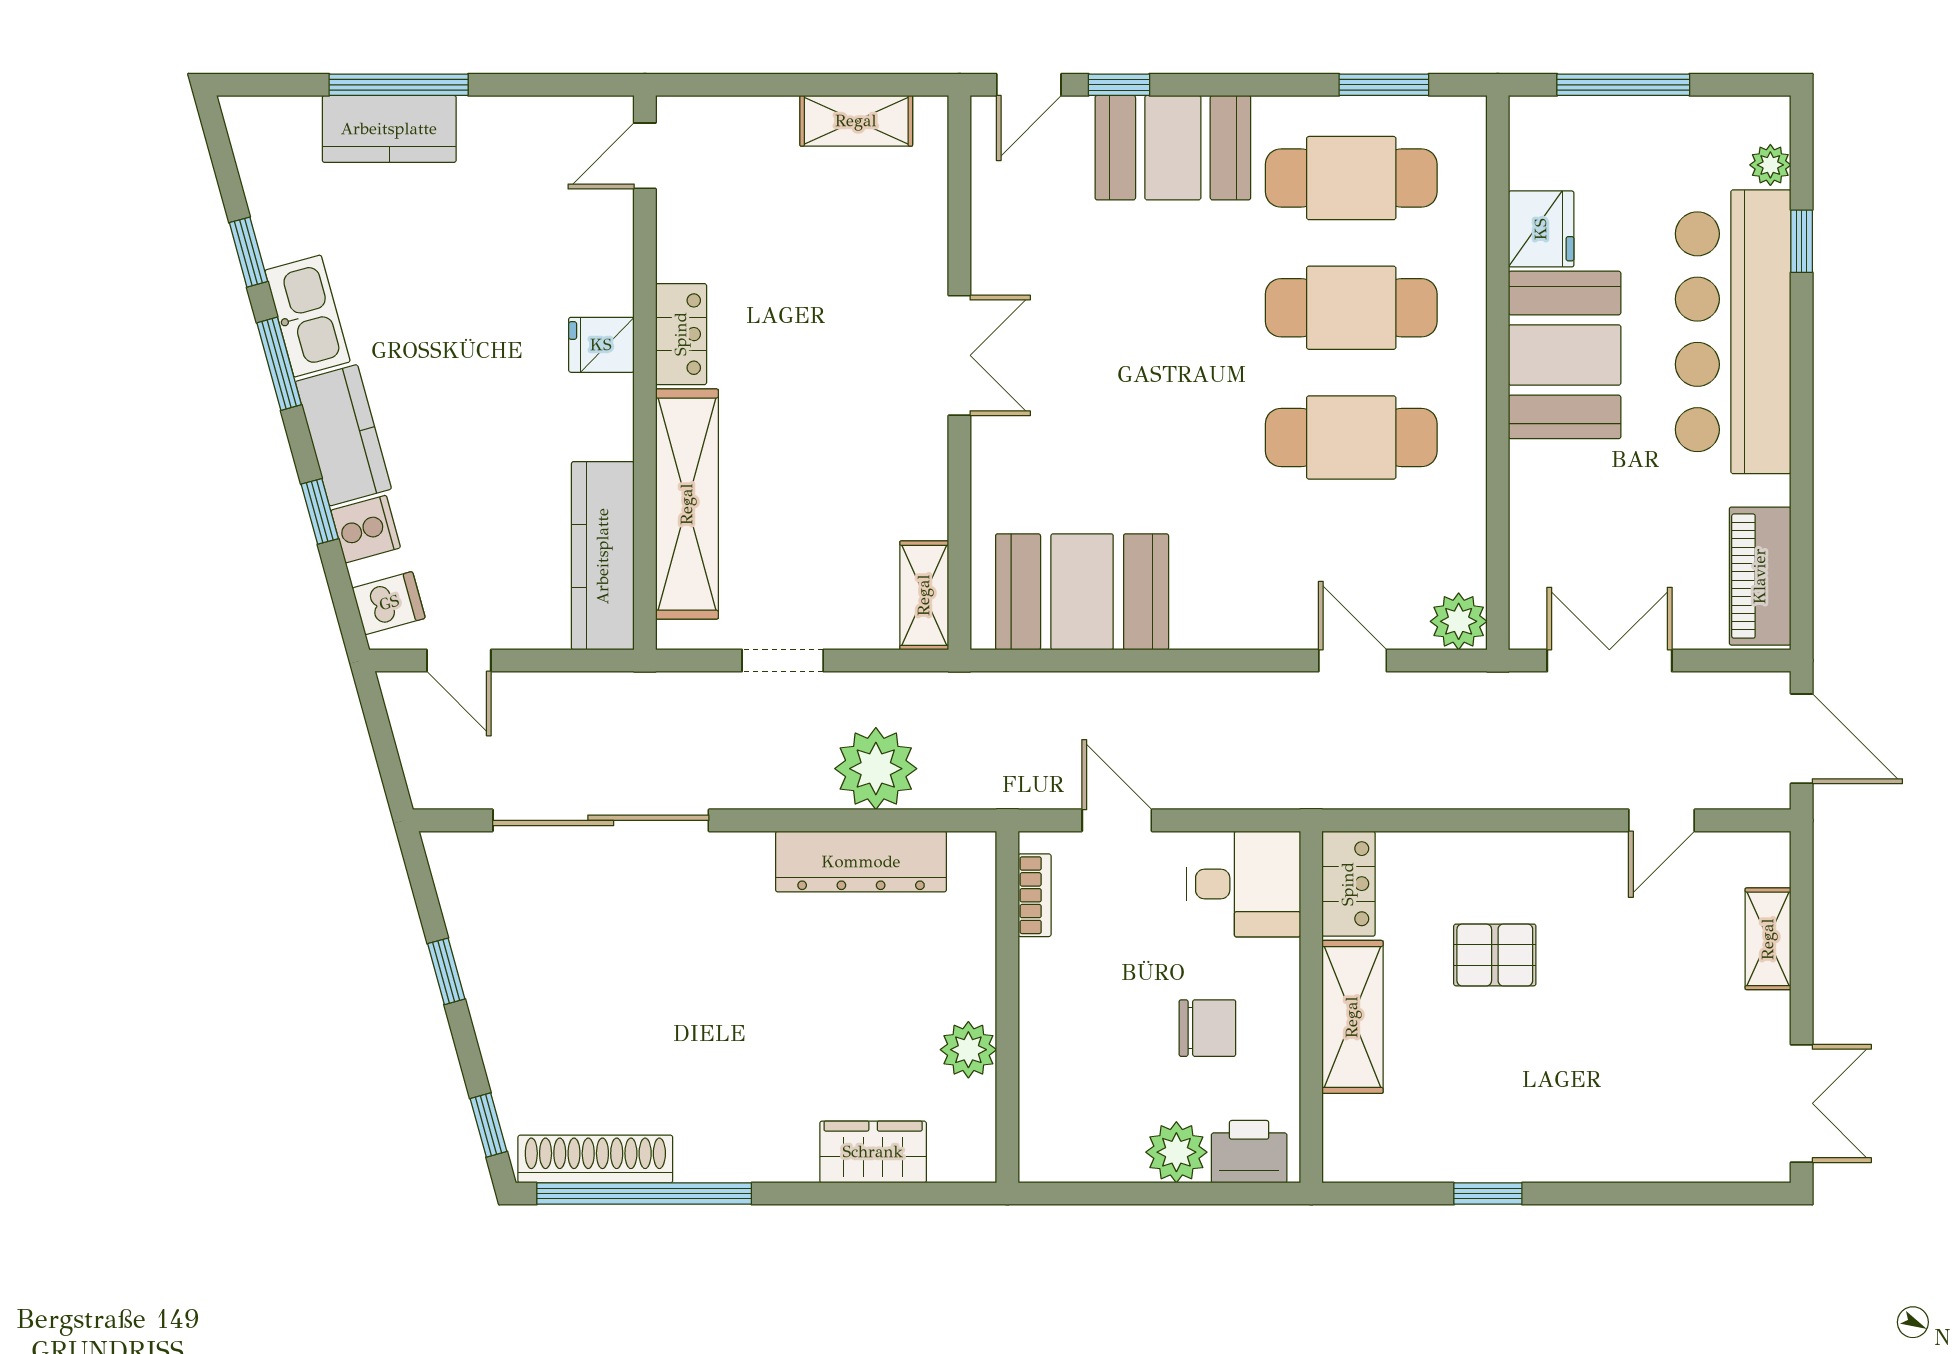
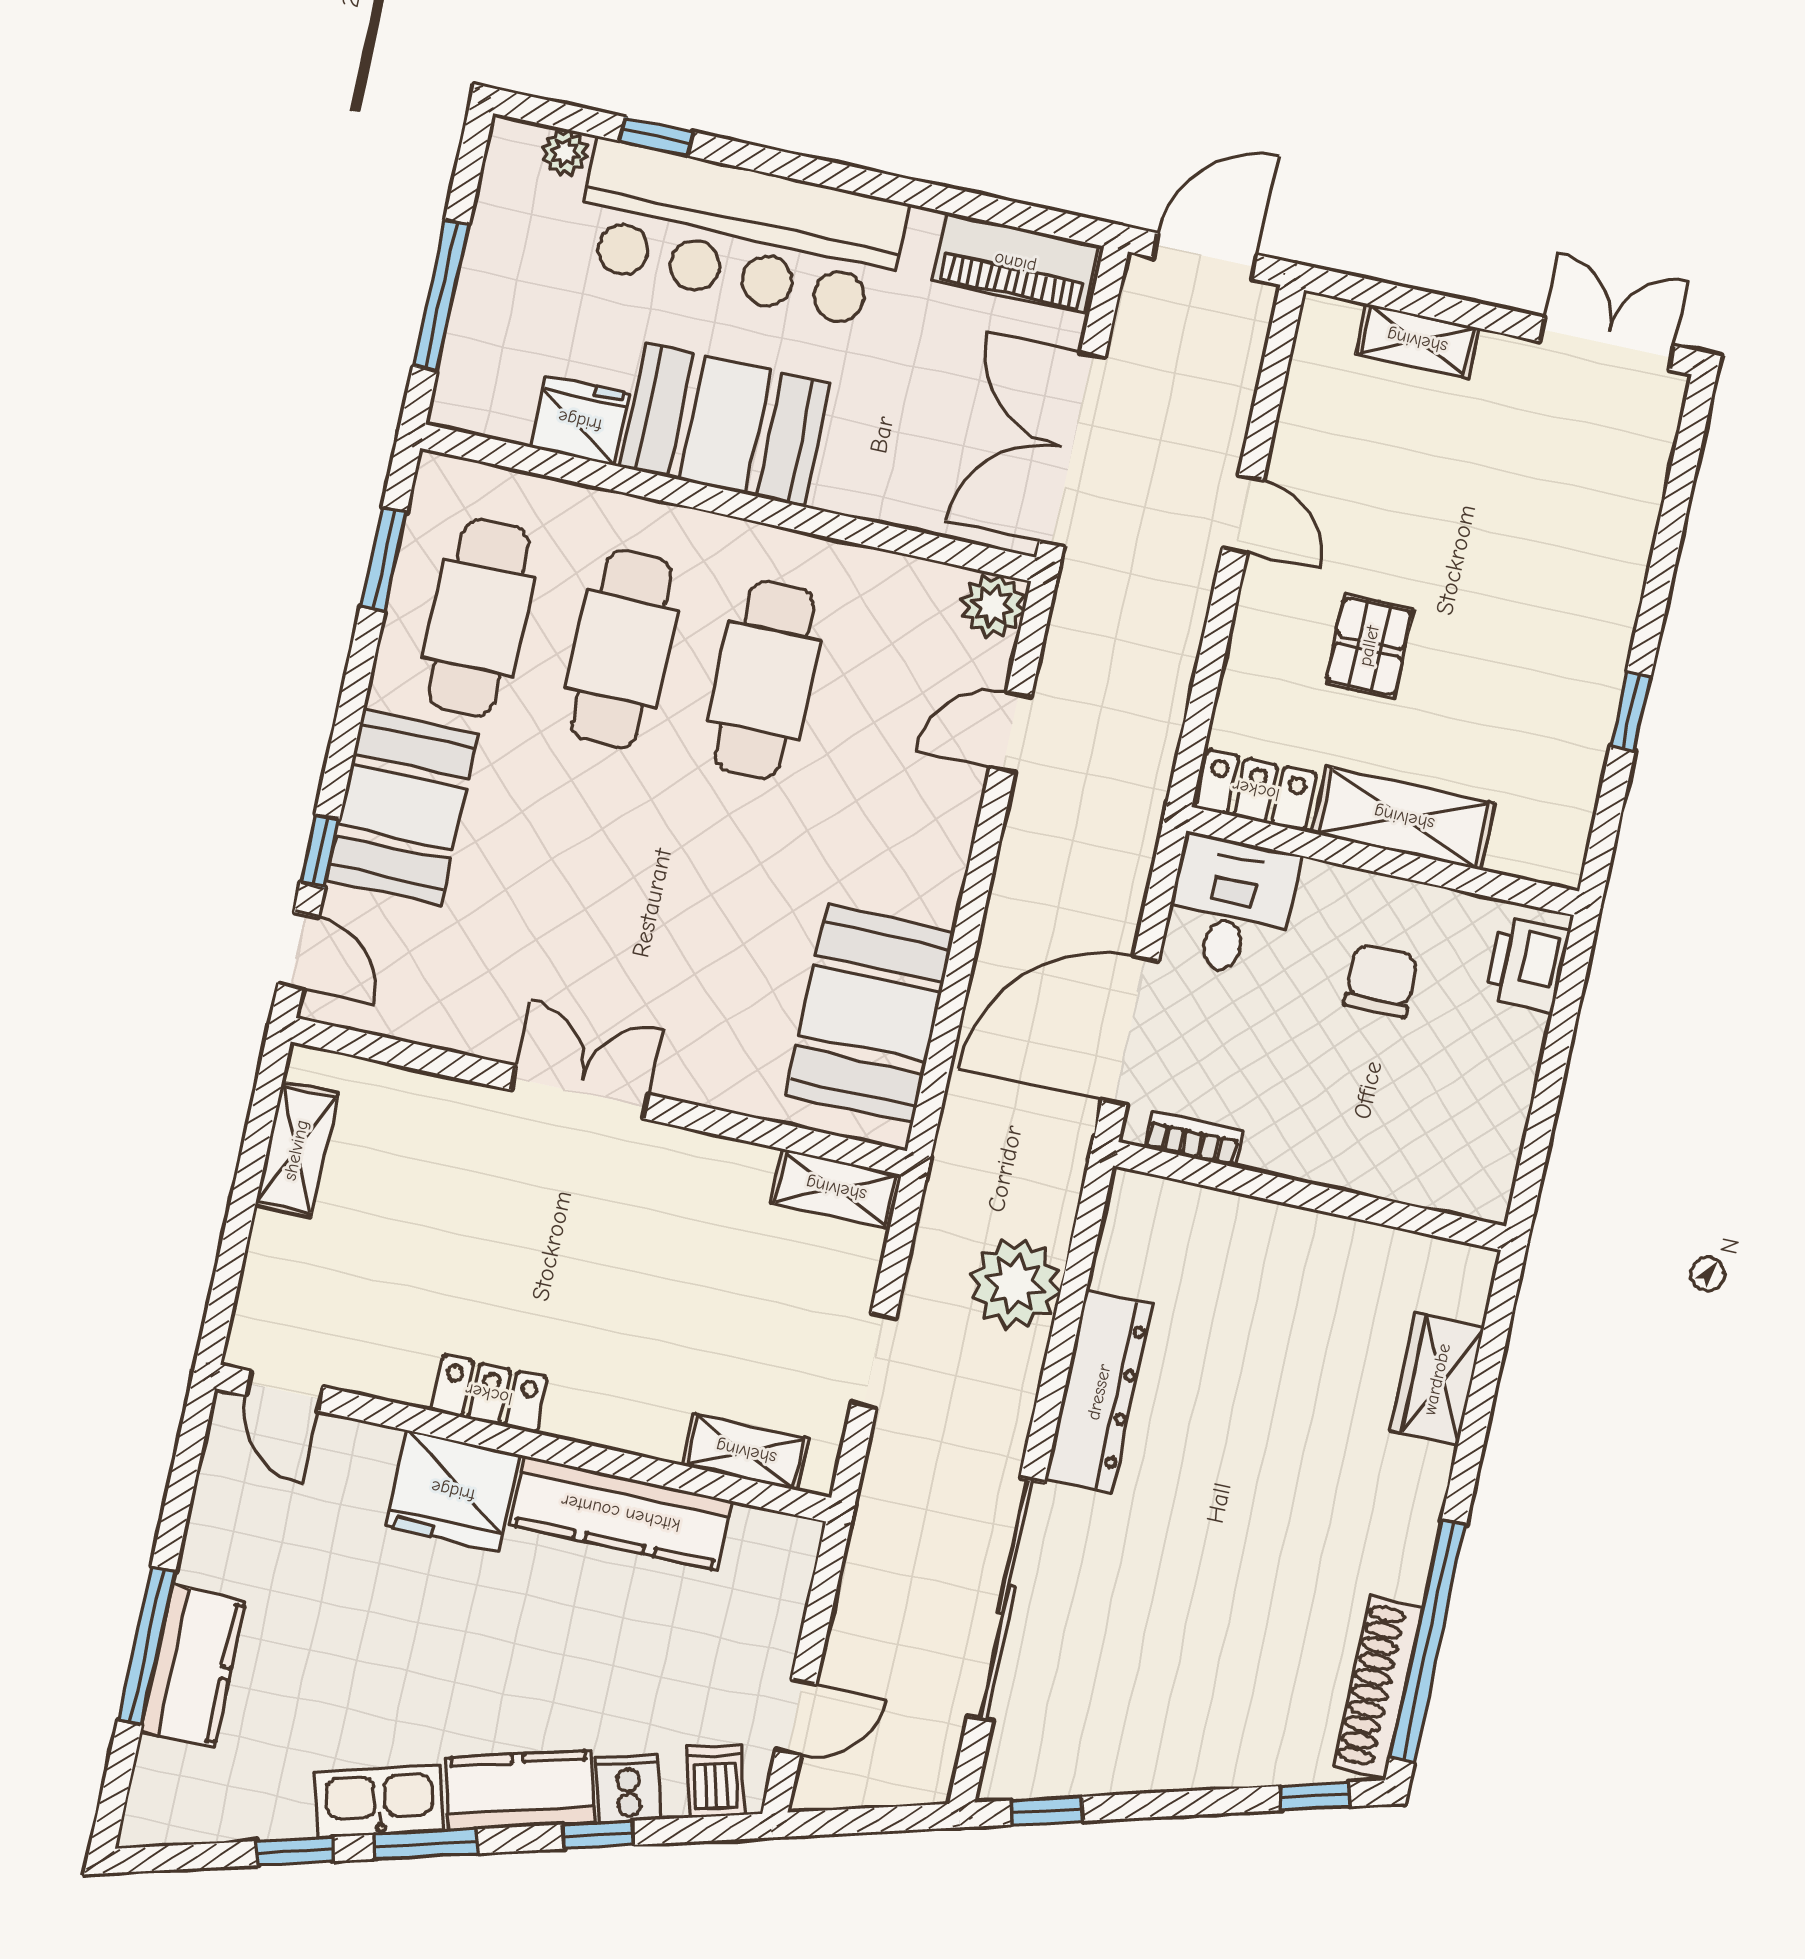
fridge: (601, 345) -> (453, 1491), width x1.88, depth x1.34
shelving: (687, 504) -> (746, 1452), width x0.45, depth x0.75
kitchen counter: (603, 556) -> (621, 1513), moved
double door: (1609, 660) -> (1072, 449), width x1.37
door: (1117, 820) -> (1130, 1030), width x1.87
door: (1662, 820) -> (1243, 514), moved
dresser: (861, 862) -> (1099, 1392), moved
window: (446, 971) -> (1047, 1811), moved
plant: (968, 1050) -> (1347, 1249), removed
plant: (1176, 1152) -> (1510, 1045), removed

